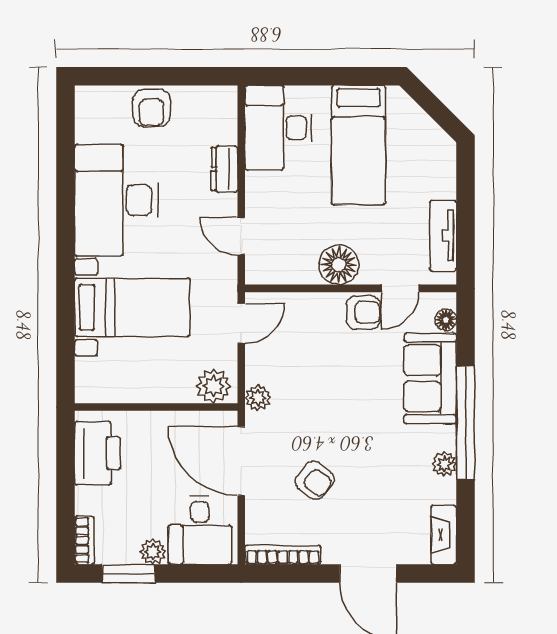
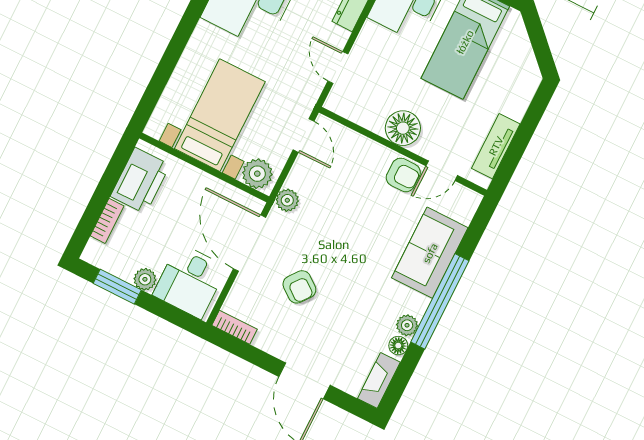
bed with nightstands: (132, 307) -> (220, 115), moved, turned -90
floor lamp: (446, 320) -> (398, 346), moved
door: (241, 323) -> (304, 136), hinge flipped
bookcase: (84, 540) -> (107, 221), moved
bookcase: (283, 555) -> (235, 327), width x0.64

